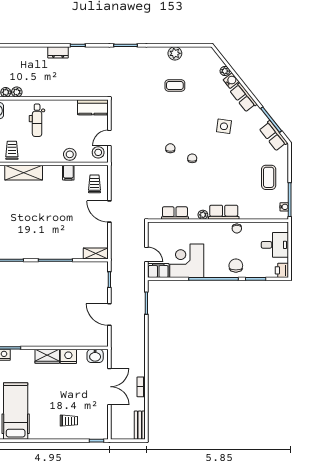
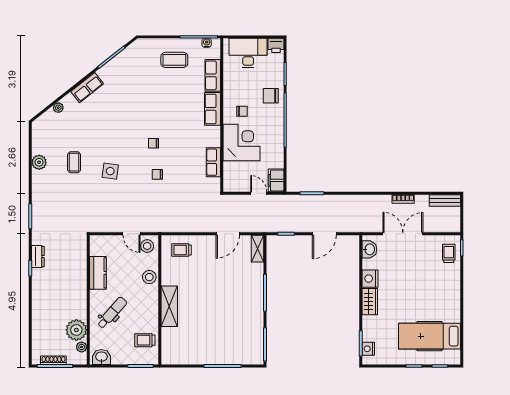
dresser: (58, 52) -> (38, 257), moved
water cooler: (231, 81) -> (69, 101), removed
plant: (17, 92) -> (76, 330), width x1.88, depth x1.88
kitchen counter: (93, 107) -> (98, 273), moved
dental chair: (37, 120) -> (112, 313), turned -49
side table: (224, 126) -> (110, 171), moved
row of seats: (273, 136) -> (213, 75), moved, turned 128
chair: (170, 148) -> (157, 174), moved
shelving: (24, 173) -> (169, 306), moved
filing cabinet: (68, 173) -> (169, 279), removed
door: (109, 211) -> (228, 234), moved
plant: (203, 215) -> (215, 132), removed
chair: (237, 228) -> (242, 111), moved
desk: (275, 245) -> (248, 53), width x1.37
door: (146, 255) -> (259, 193), hinge flipped
corner desk: (187, 261) -> (242, 143), moved, turned 180
trolley: (69, 421) -> (449, 253), moved

